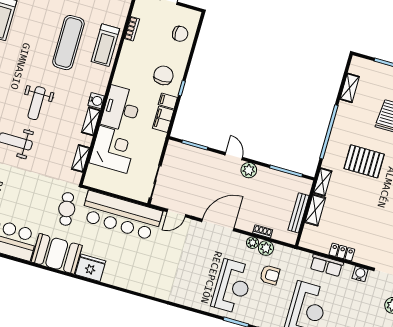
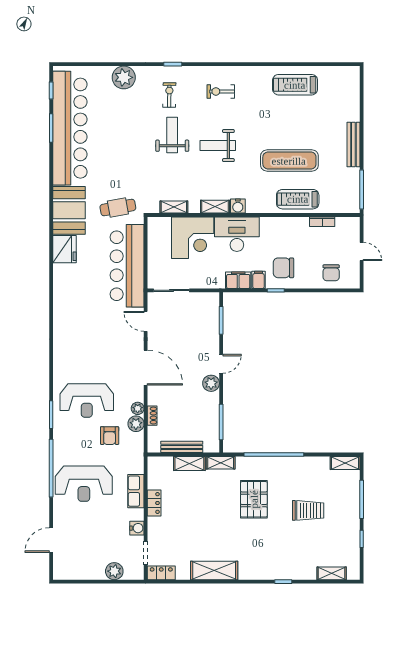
chair: (163, 75) -> (283, 268), turned 180
shelving: (350, 88) -> (345, 463), moved

